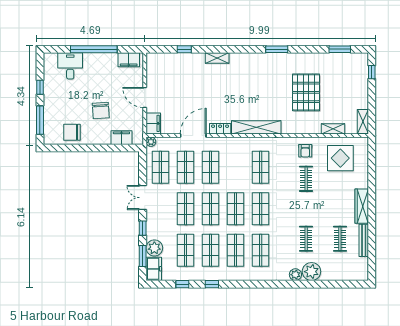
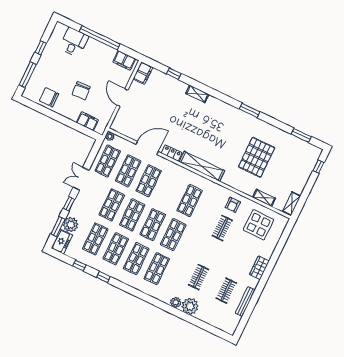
filing cabinet: (153, 123) -> (143, 73), moved
wardrobe: (362, 206) -> (259, 268), width x0.67

